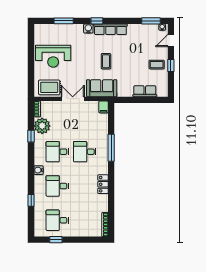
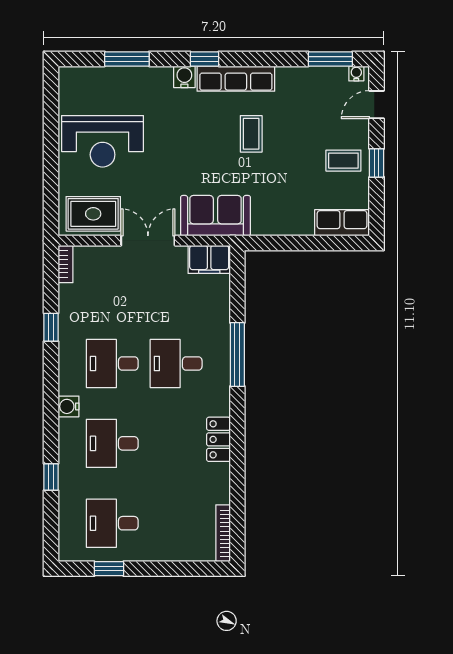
coffee table: (106, 61) -> (251, 134), moved
row of seats: (145, 91) -> (342, 223), moved
filing cabinet: (103, 107) -> (209, 259), width x2.00
plant: (42, 126) -> (77, 303), removed

